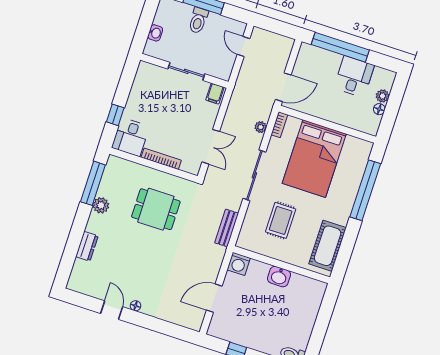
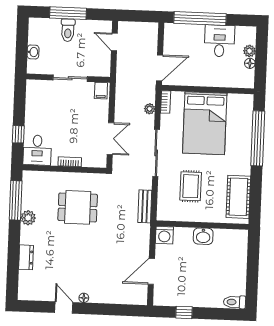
bookcase: (161, 159) -> (70, 162), width x0.64

